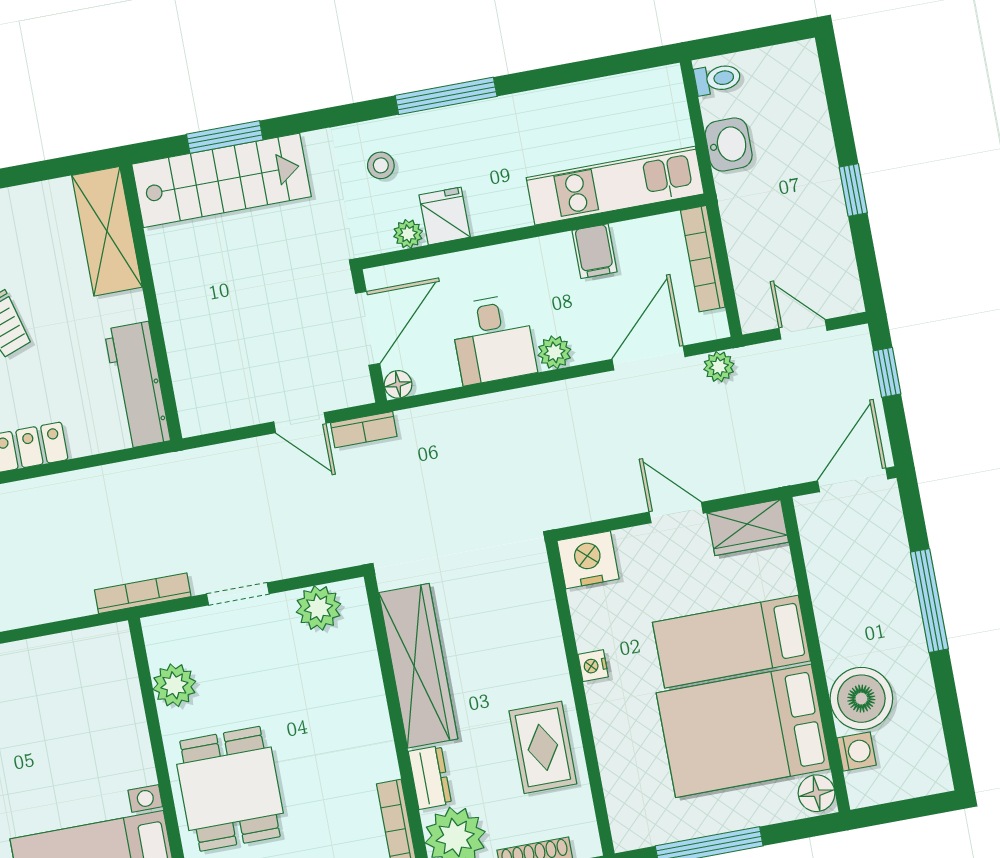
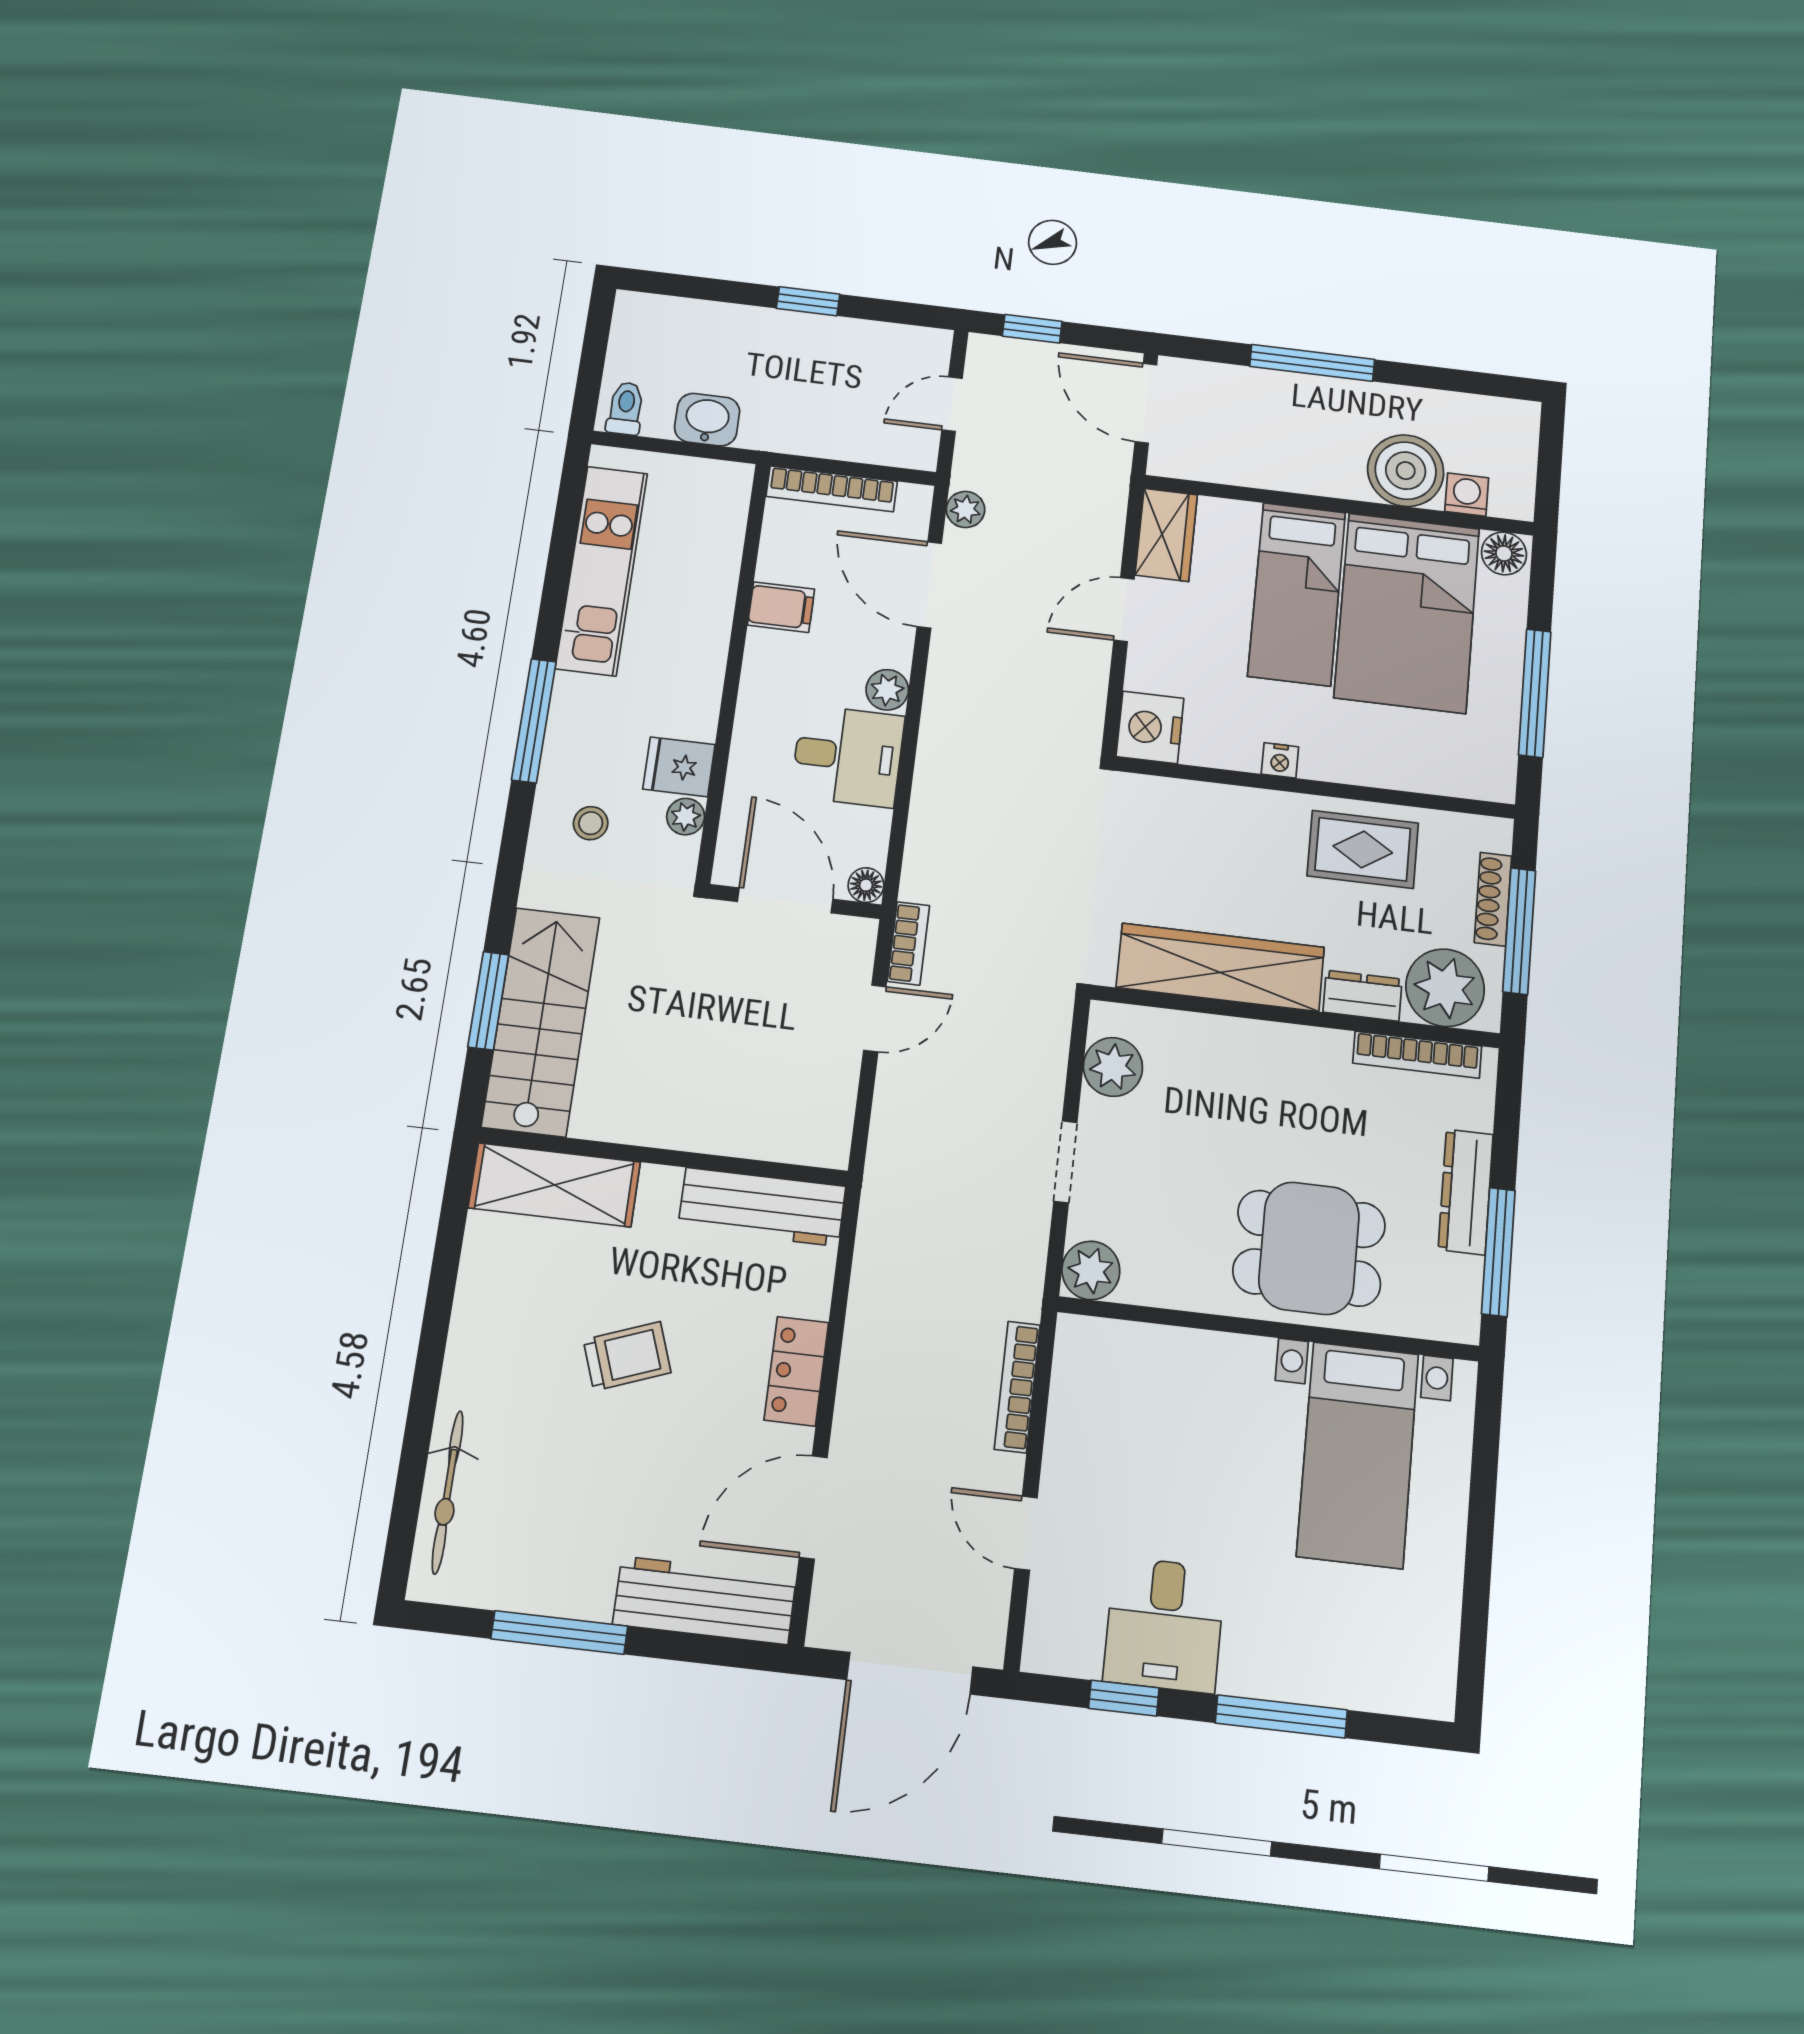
kitchen unit: (615, 186) -> (602, 570), moved, turned 180
bookcase: (143, 593) -> (1017, 1387), moved
plant: (174, 685) -> (1091, 1270), moved

